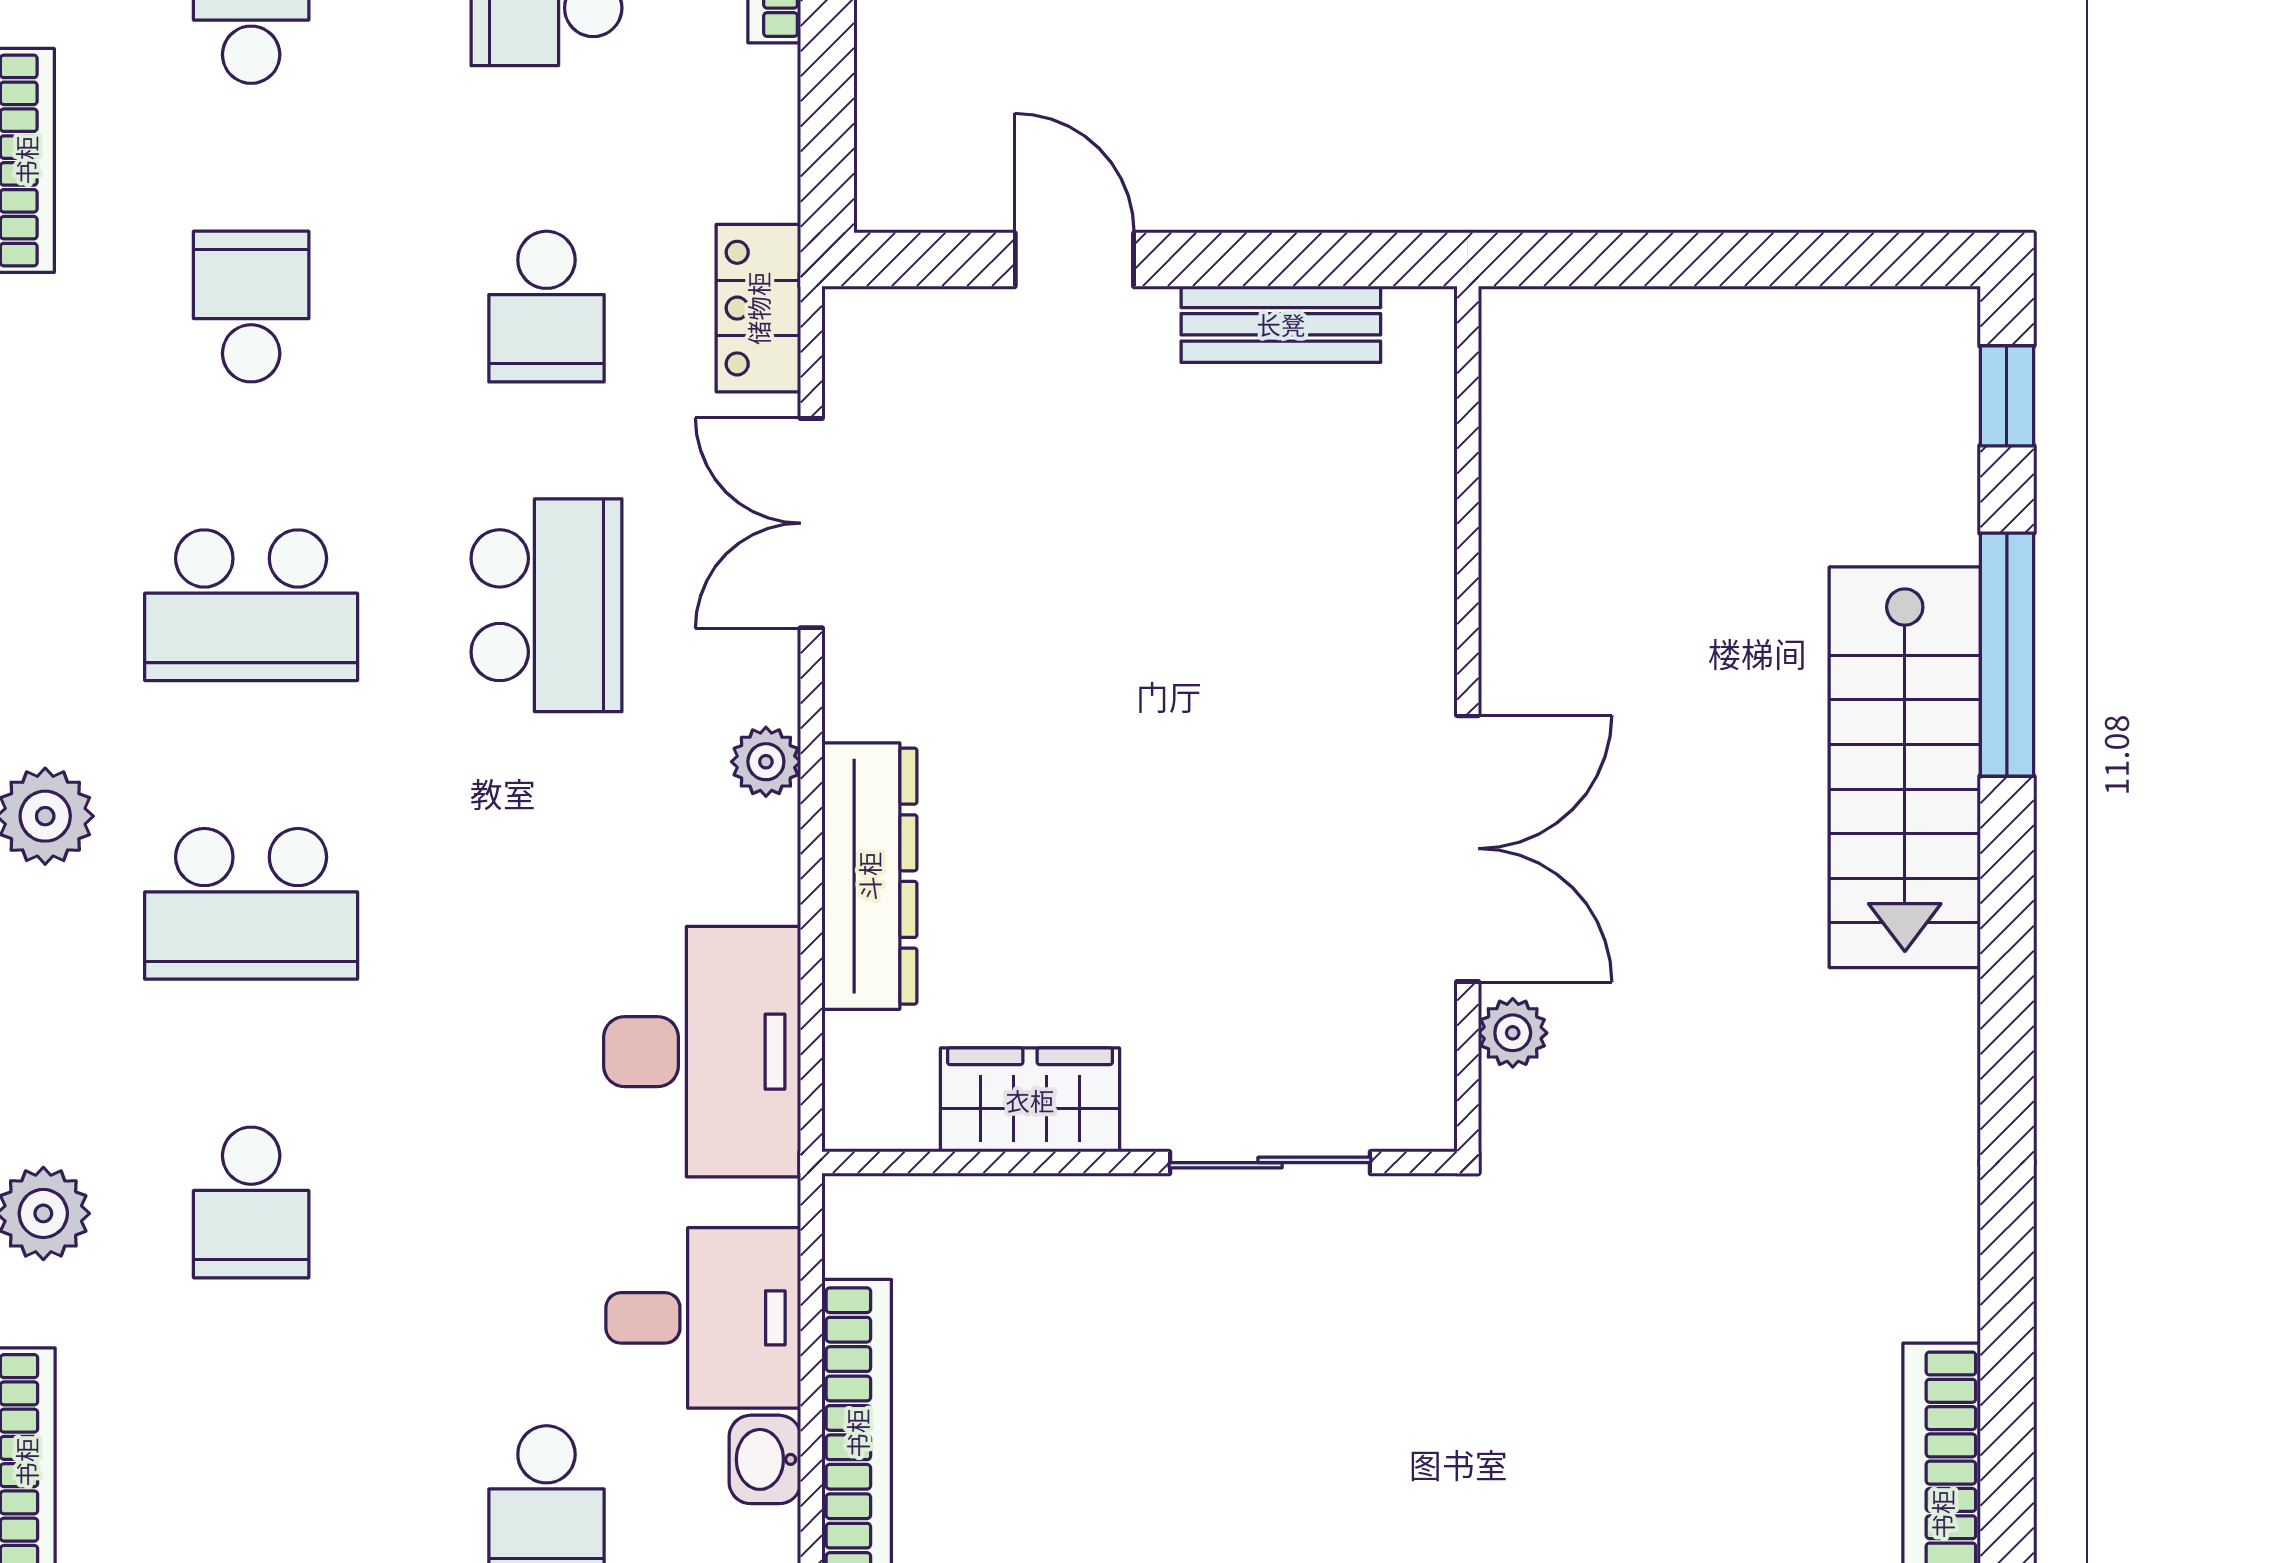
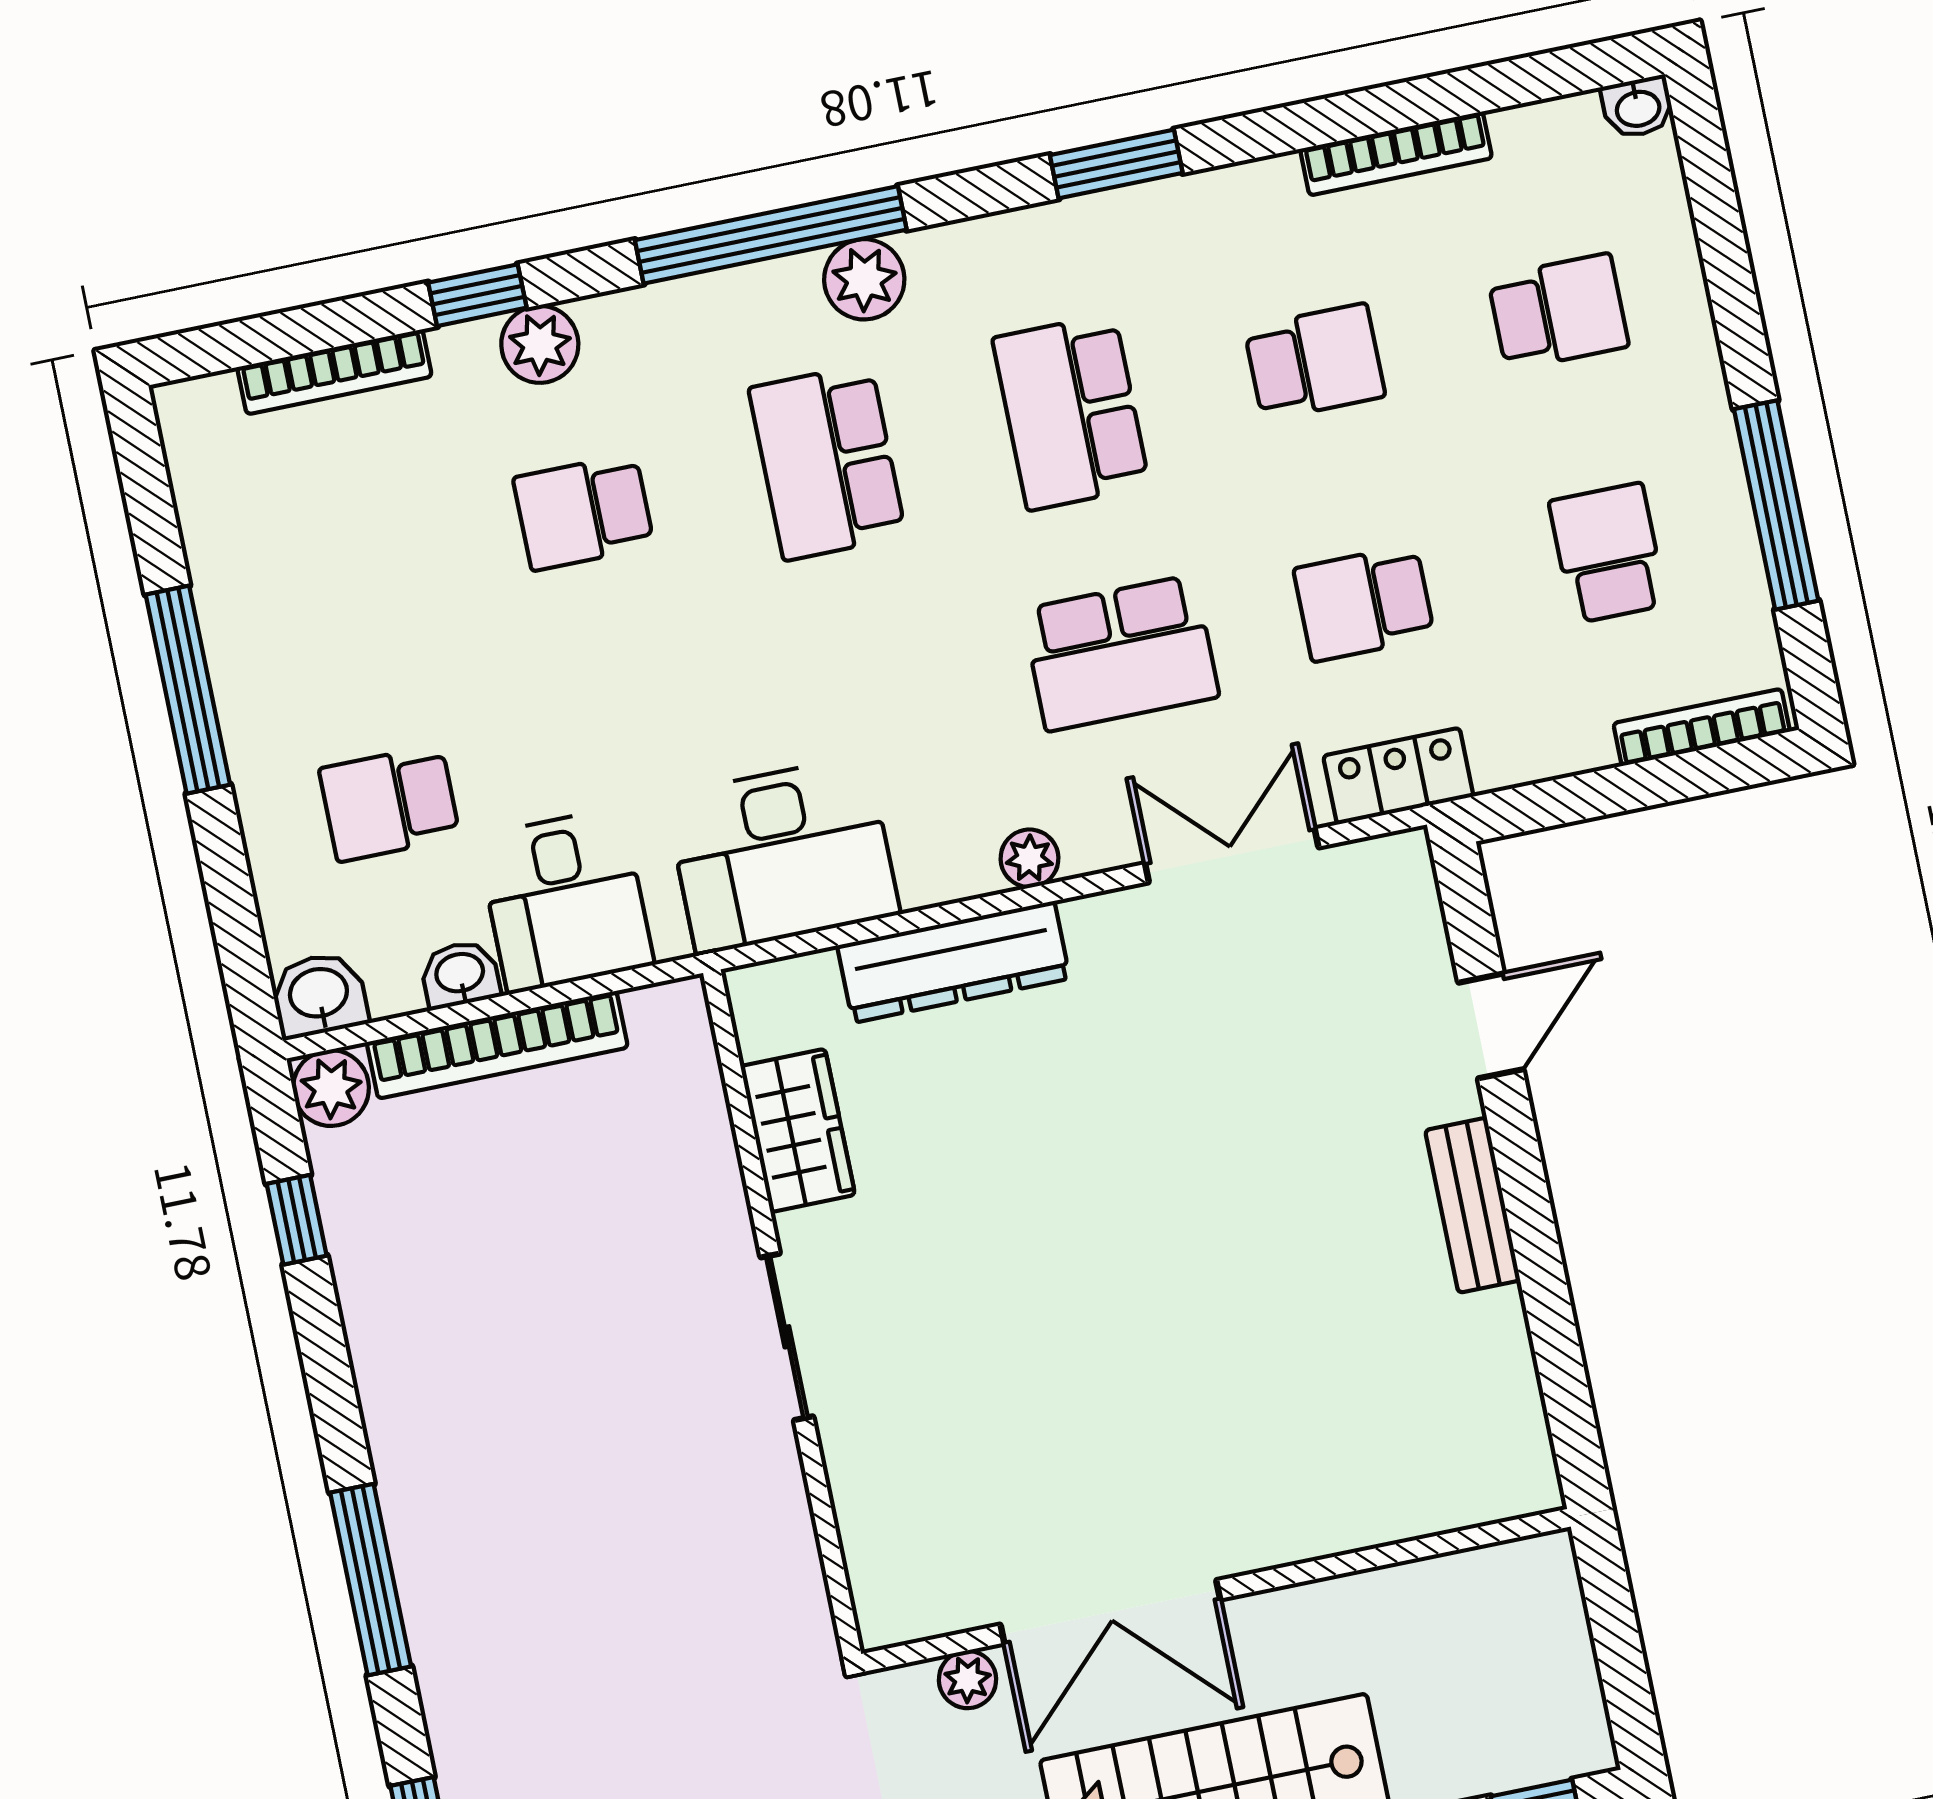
wall: (1468, 719) -> (1216, 1590), moved
double door: (1468, 849) -> (1110, 1612), moved
plant: (1513, 1033) -> (968, 1680), moved

